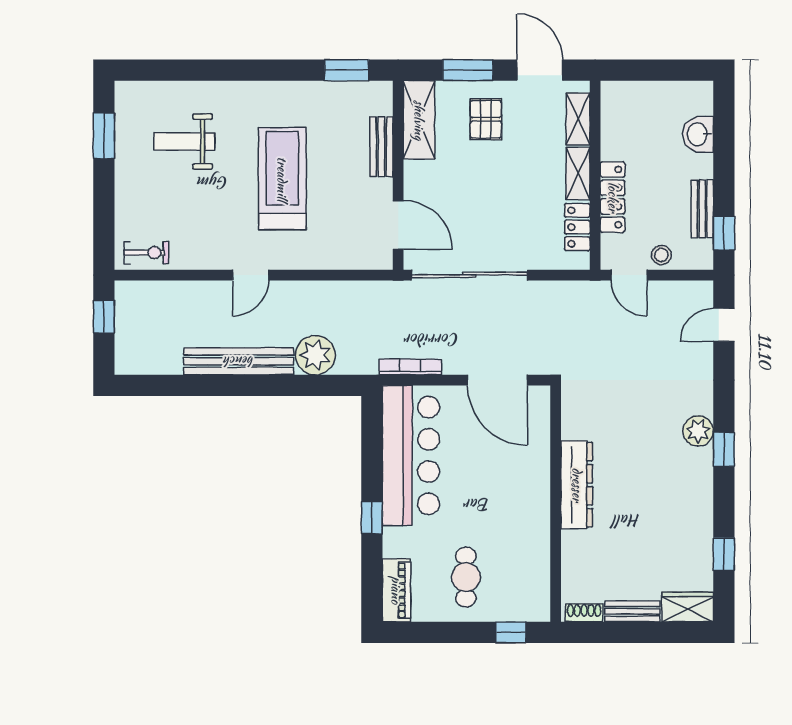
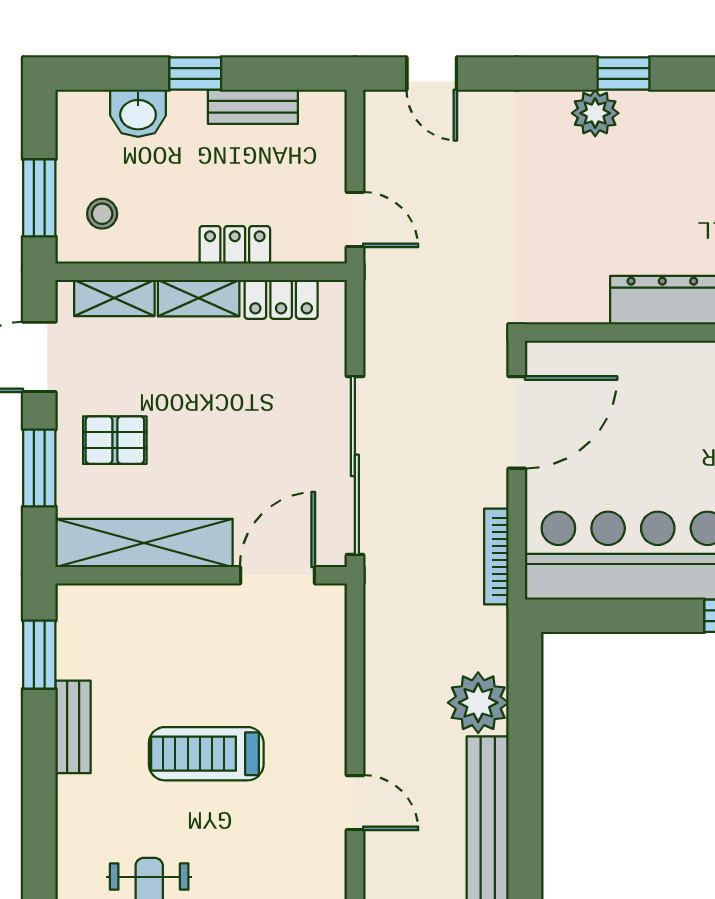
window: (643, 70) -> (39, 198), added
shelving: (419, 120) -> (144, 543), width x1.47
bench: (381, 147) -> (73, 727), moved, turned 90
treadmill: (282, 179) -> (206, 754), width x0.73, depth x0.73
locker: (613, 197) -> (235, 245), width x0.66
window: (724, 233) -> (195, 73), moved
stool: (661, 255) -> (102, 214), moved
door: (629, 275) -> (355, 220), hinge flipped

